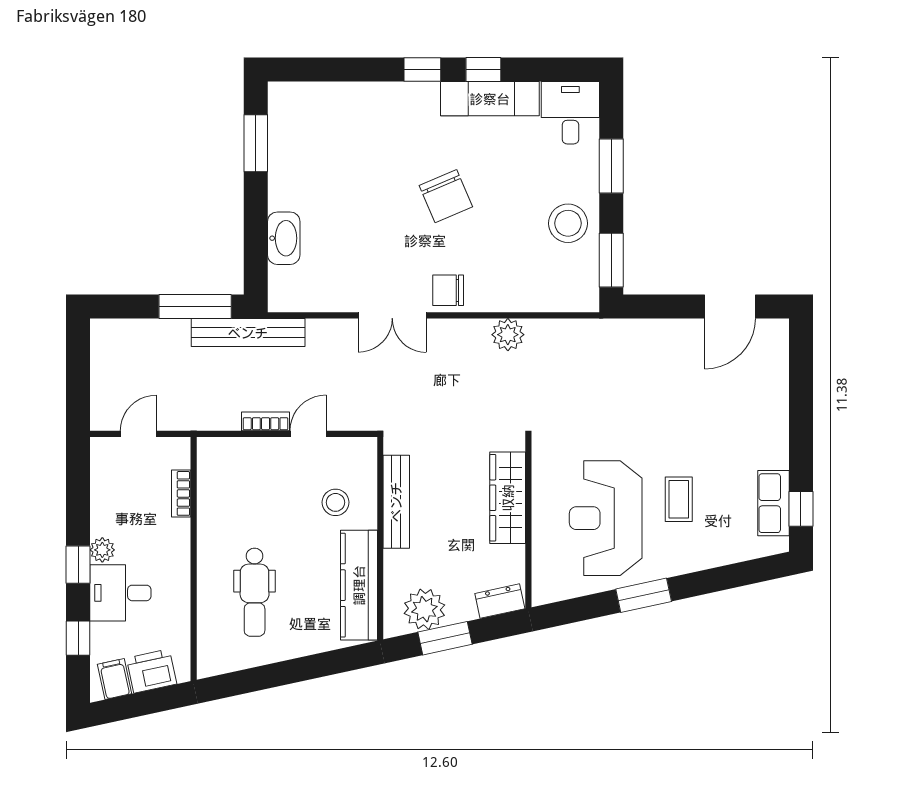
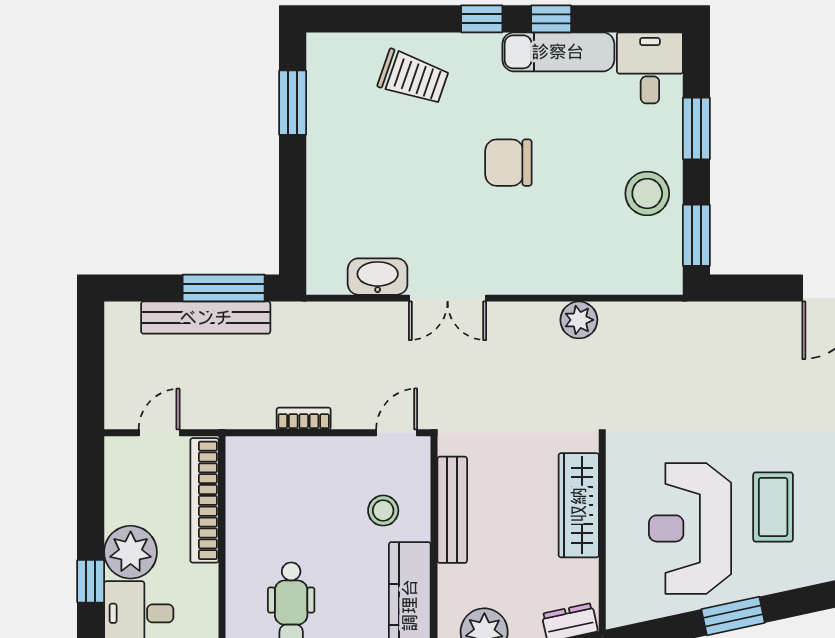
trolley: (362, 121) -> (413, 77), added
chair: (446, 196) -> (508, 163), turned 113
washbasin: (284, 238) -> (378, 277), moved, turned -90
chair: (448, 290) -> (511, 270), removed
bench: (248, 333) -> (206, 318), moved
door: (308, 434) -> (397, 433), moved
bookcase: (181, 493) -> (204, 500), width x2.31, depth x1.31
coffee table: (679, 499) -> (773, 507), width x1.36, depth x1.30
plant: (102, 550) -> (131, 552), width x1.88, depth x1.88

